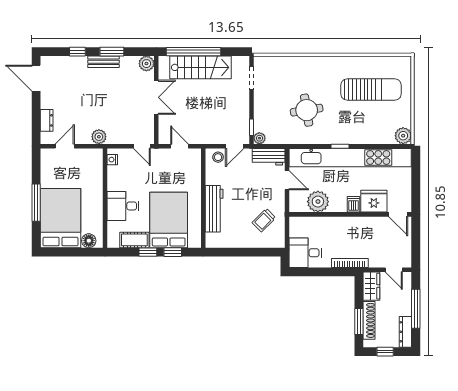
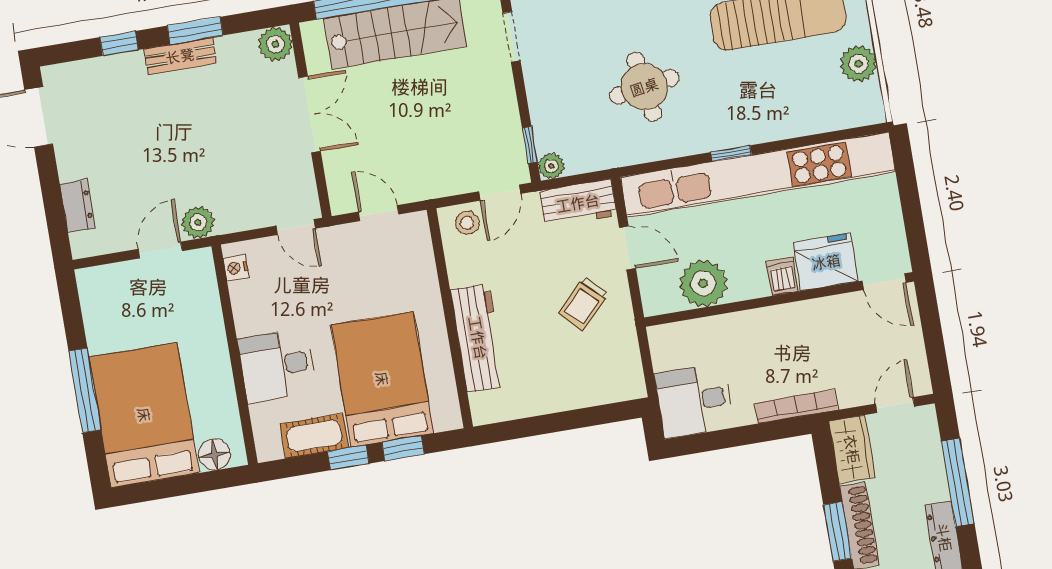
plant: (403, 136) -> (859, 64), moved
door: (65, 146) -> (160, 250), moved
trolley: (264, 220) -> (583, 304), moved
door: (394, 270) -> (895, 405), swing flipped

